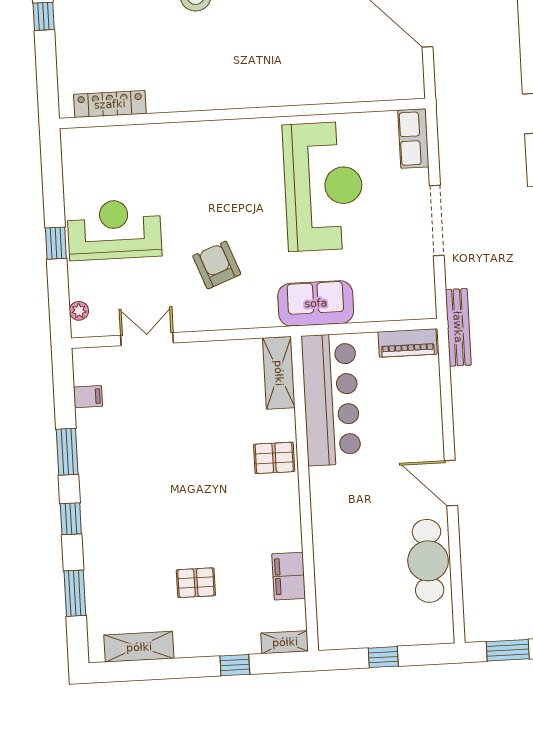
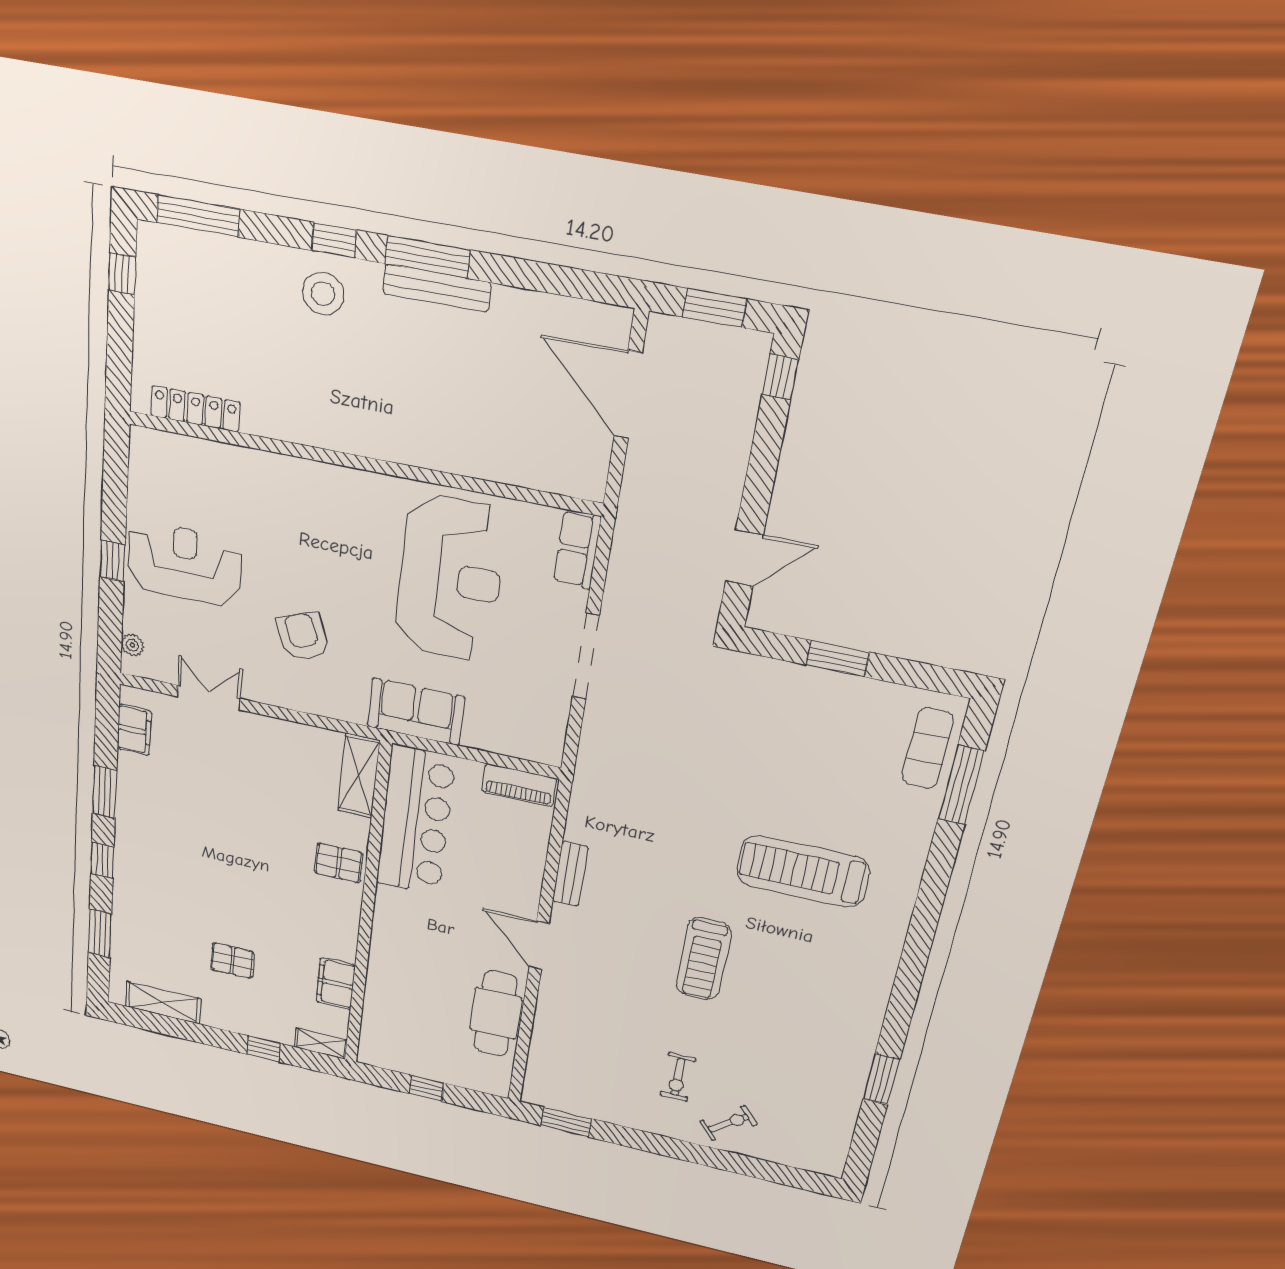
bench: (458, 327) -> (570, 874), moved, width x0.73
filing cabinet: (88, 397) -> (134, 730), width x2.00

